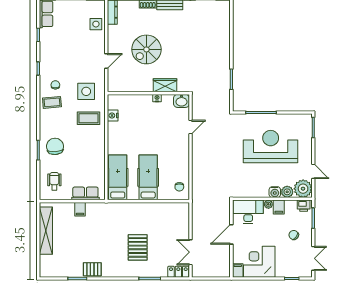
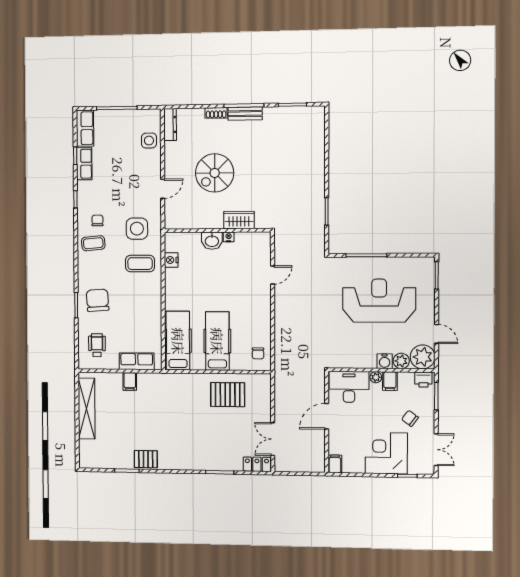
row of seats: (45, 41) -> (84, 164), added
washbasin: (181, 101) -> (212, 241), moved
pallet: (138, 247) -> (228, 395), moved, turned 90
corner desk: (259, 262) -> (386, 453), moved

